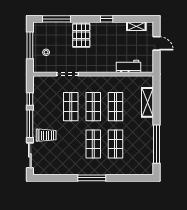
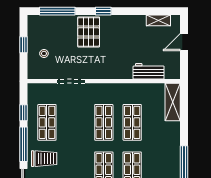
window: (107, 19) -> (103, 11), moved
door: (156, 43) -> (184, 42), swing flipped
window: (30, 45) -> (23, 45), width x0.46
shelving: (147, 102) -> (173, 102), moved
shop shelf: (71, 107) -> (47, 122), moved

